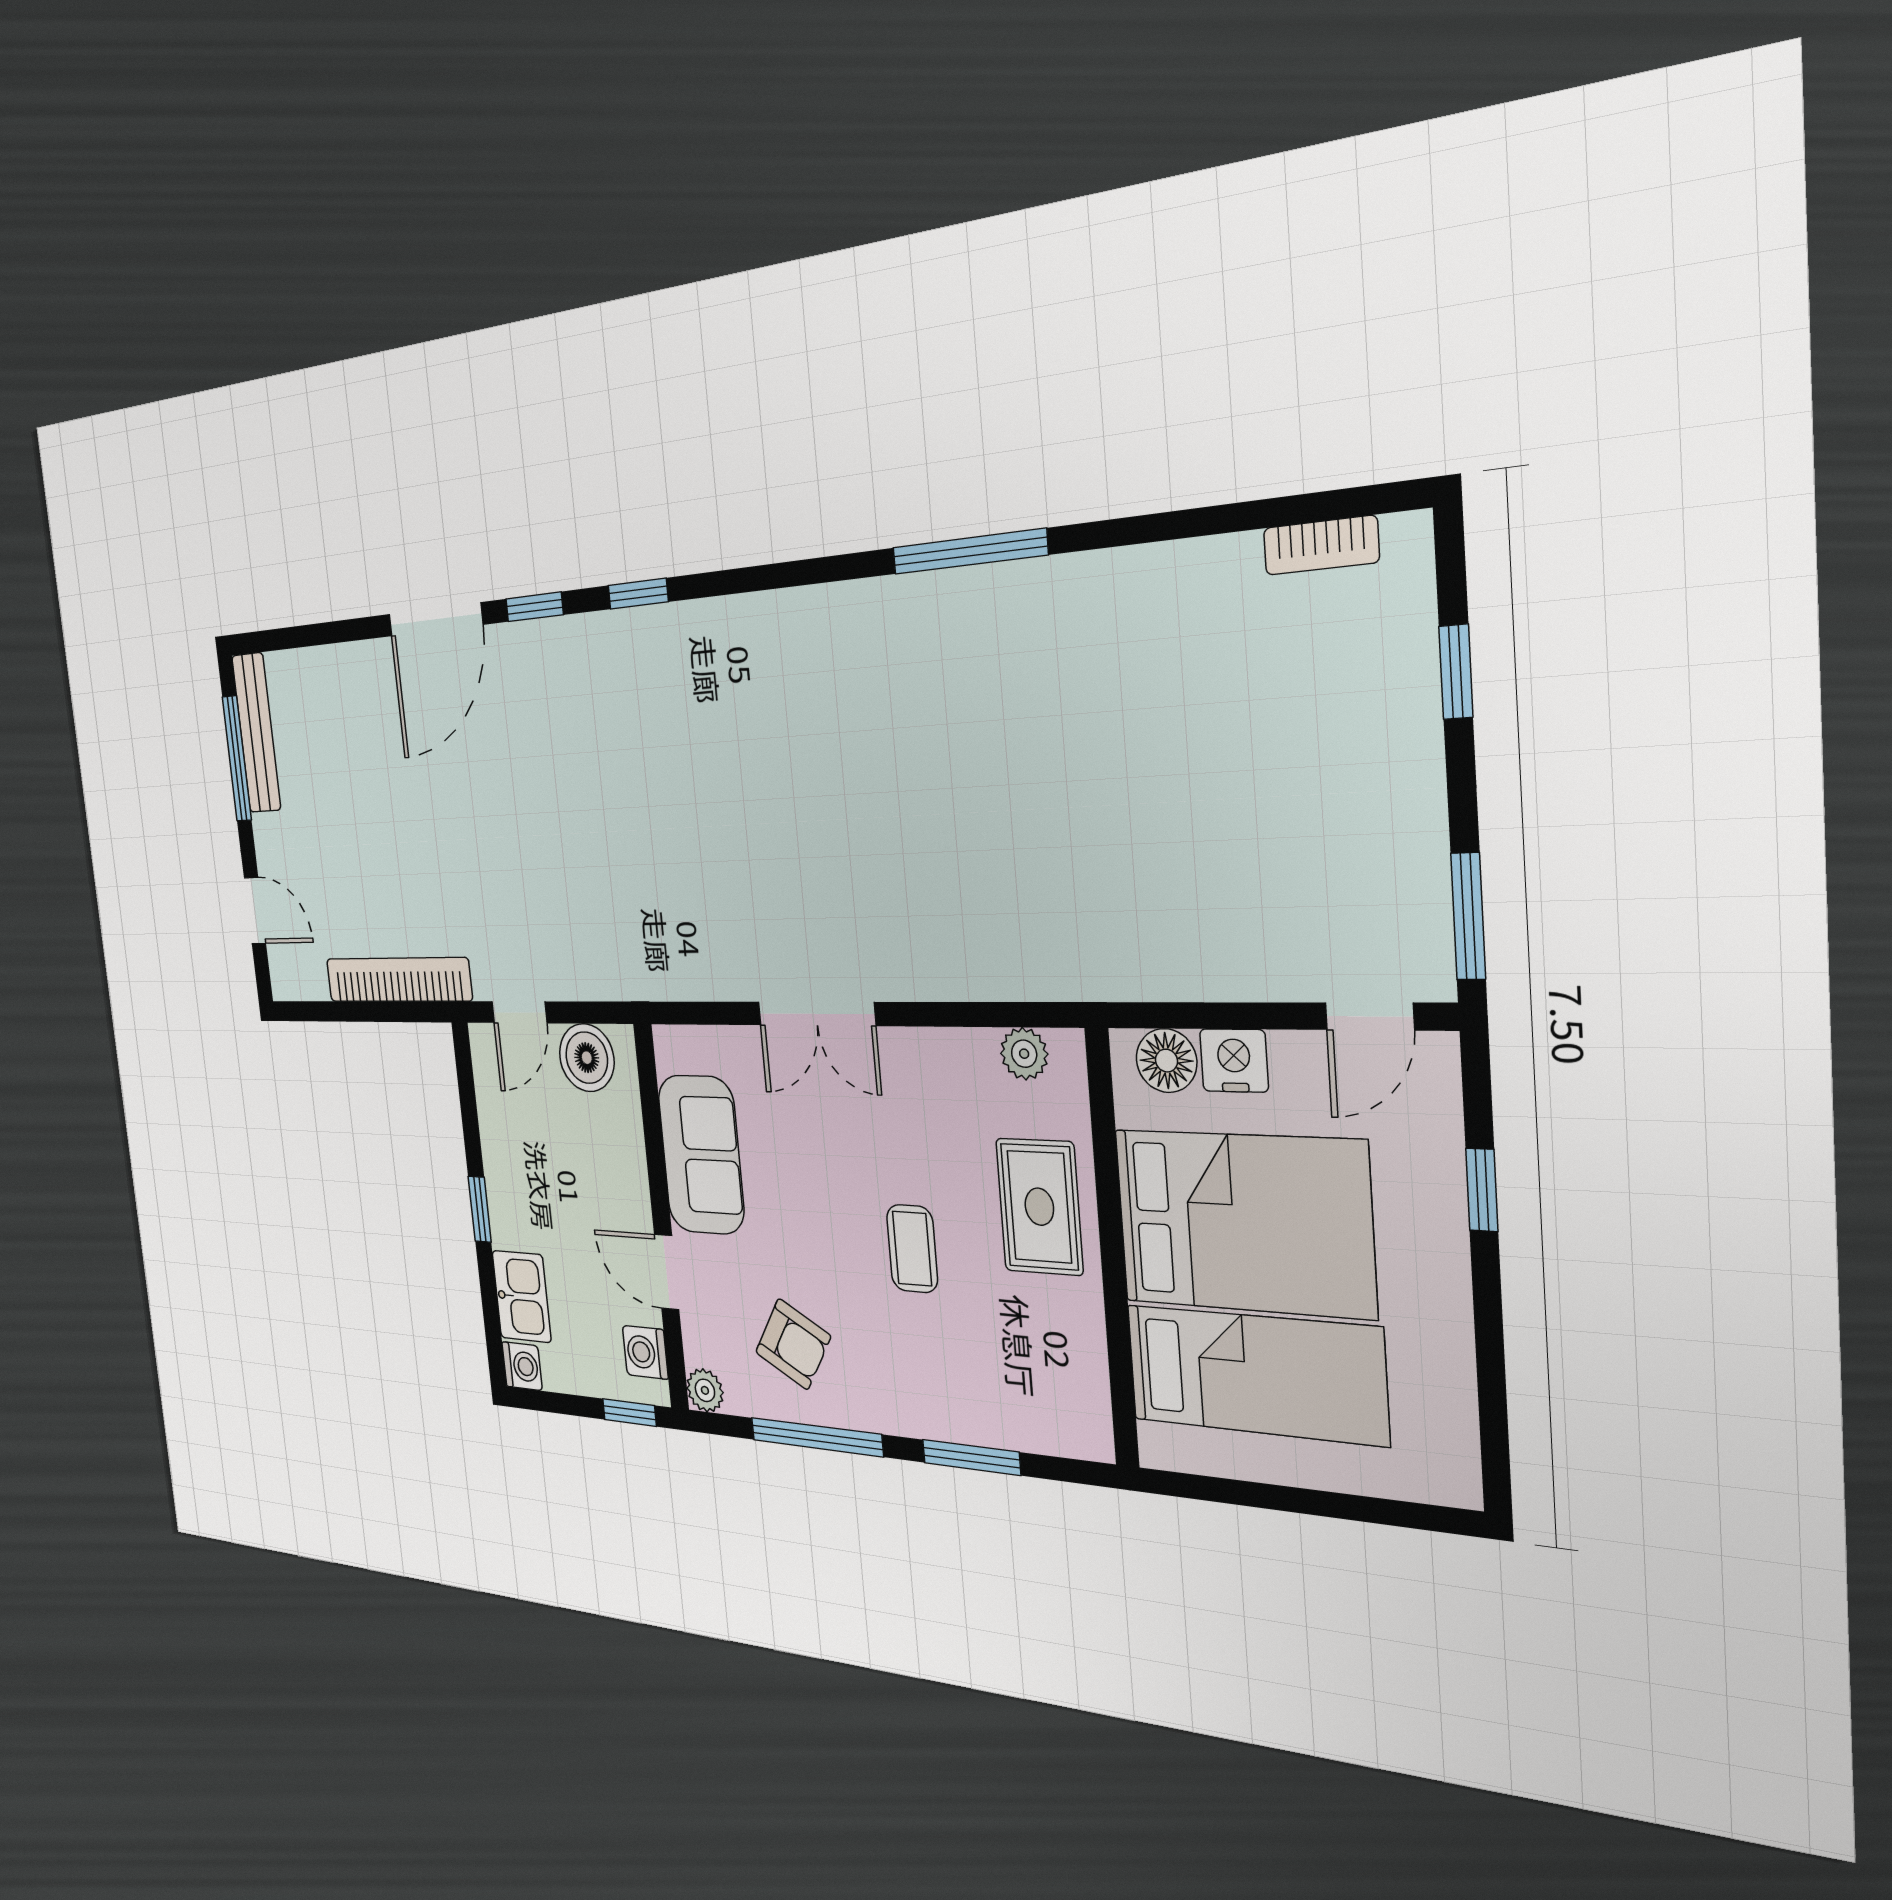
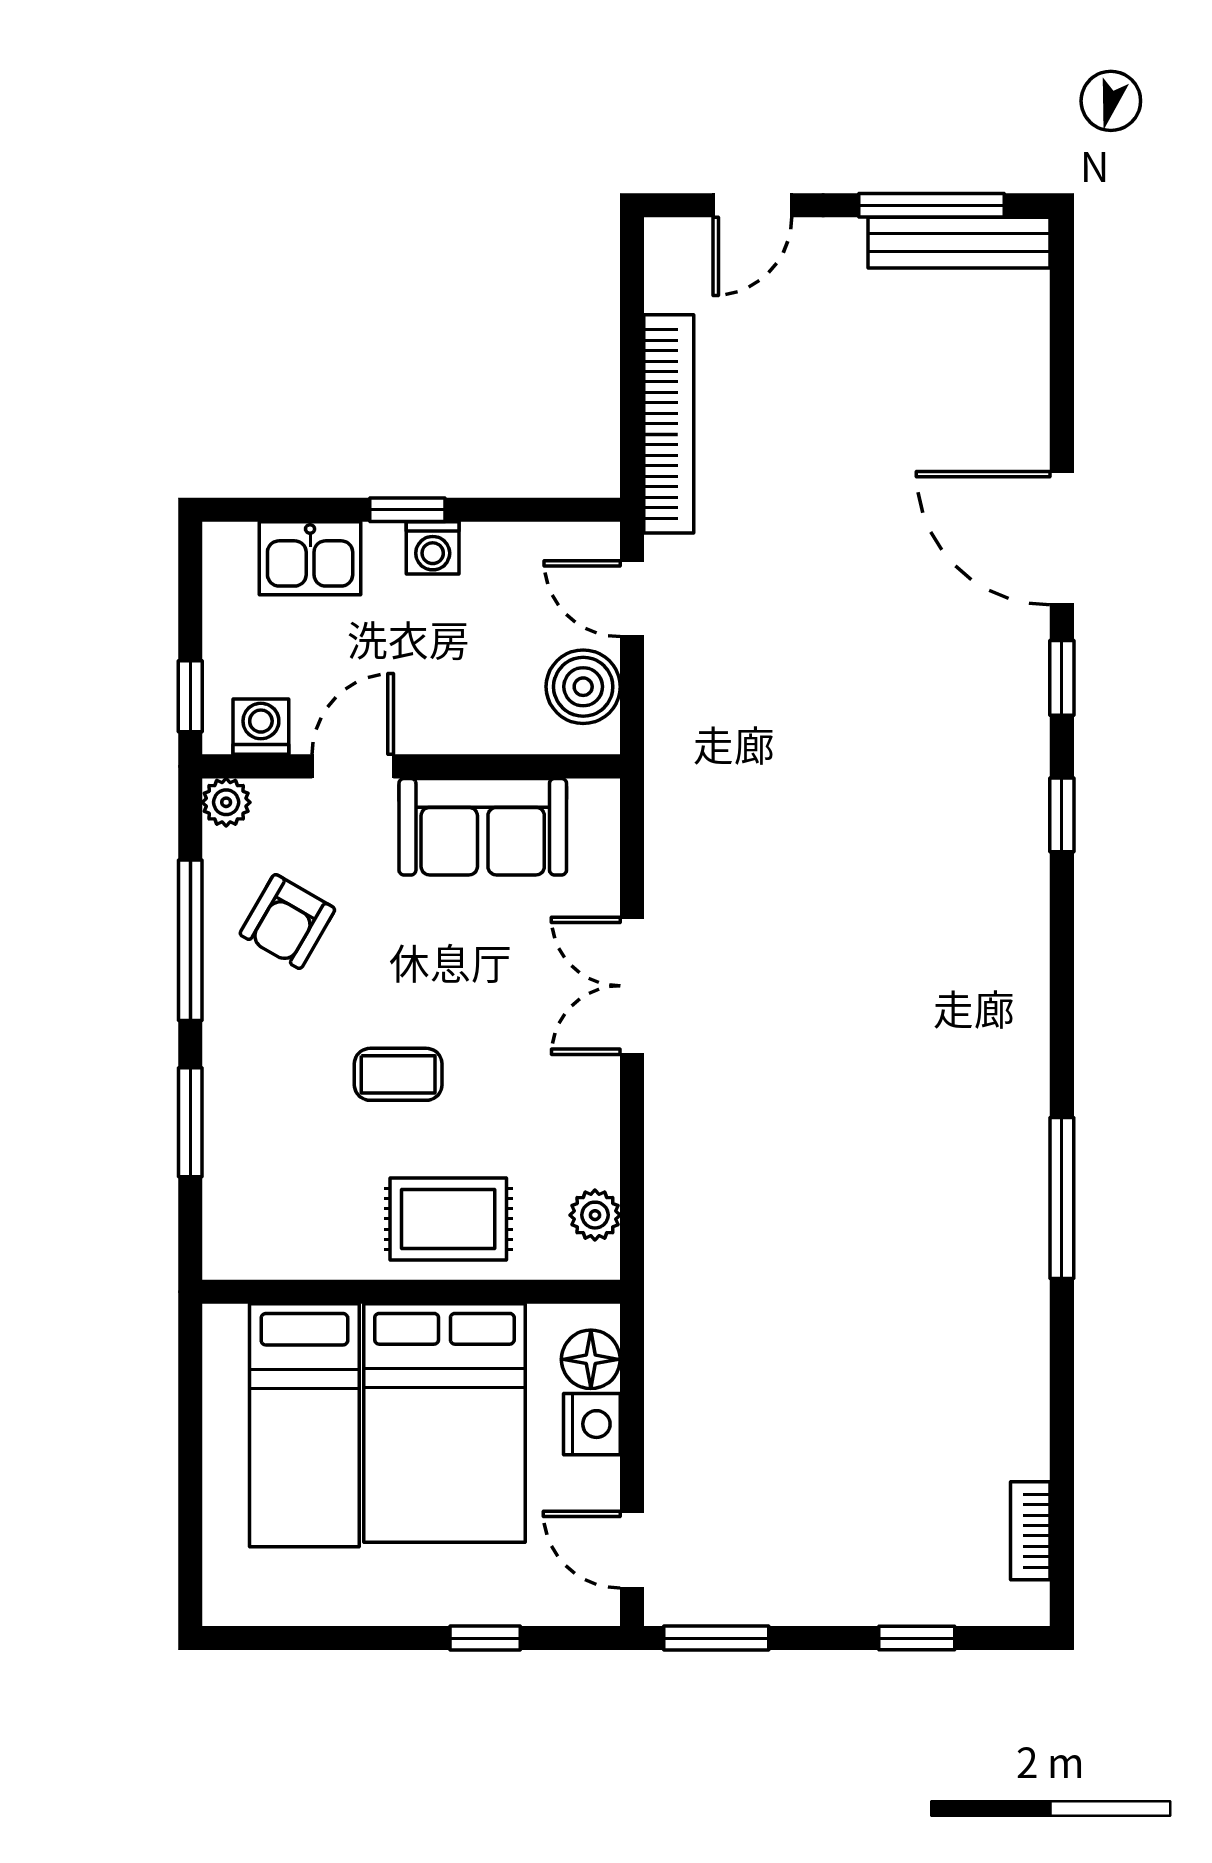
washing machine: (522, 1366) -> (433, 548), moved

